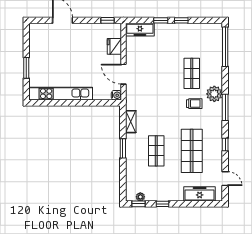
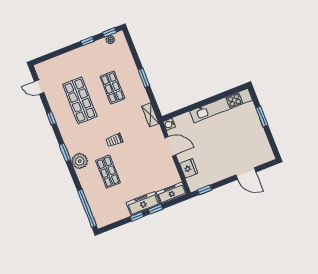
trolley: (194, 104) -> (114, 140), moved
window: (225, 107) -> (65, 152), width x0.69
shelving: (131, 122) -> (150, 115), moved
freezer: (200, 194) -> (143, 204), moved, turned 180

